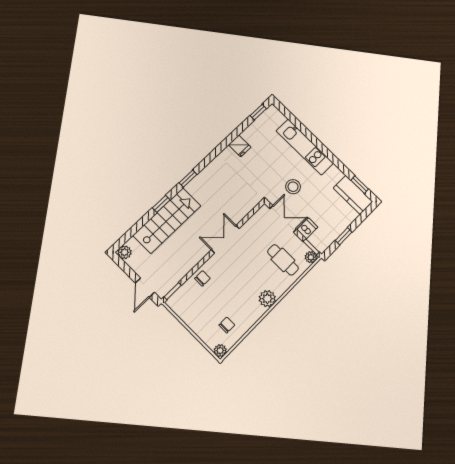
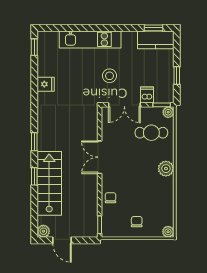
double door: (283, 219) -> (124, 105), swing flipped
door: (145, 288) -> (62, 240), moved
chair: (227, 325) -> (137, 222), moved

